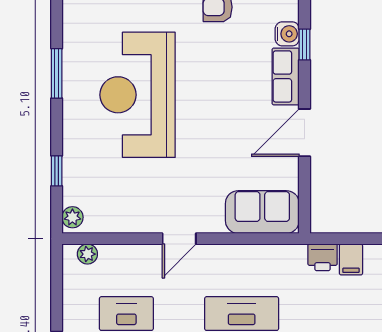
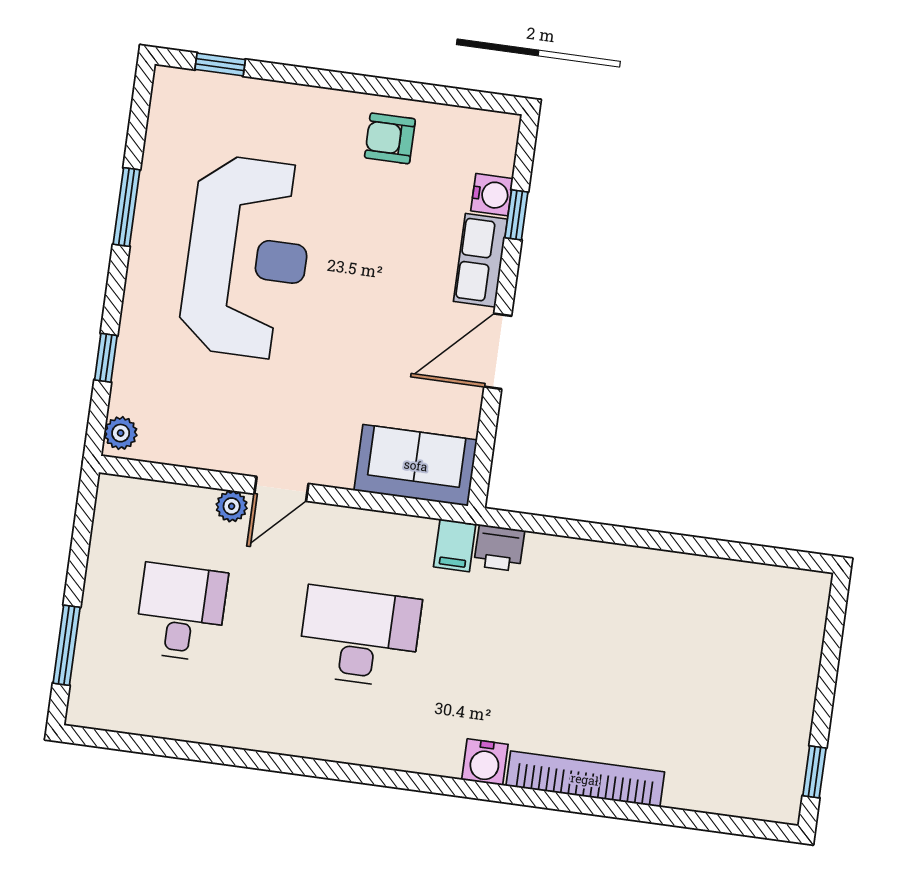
reception desk: (138, 95) -> (247, 257), turned 180
plant: (87, 254) -> (232, 506), moved
filing cabinet: (351, 259) -> (455, 545), moved

